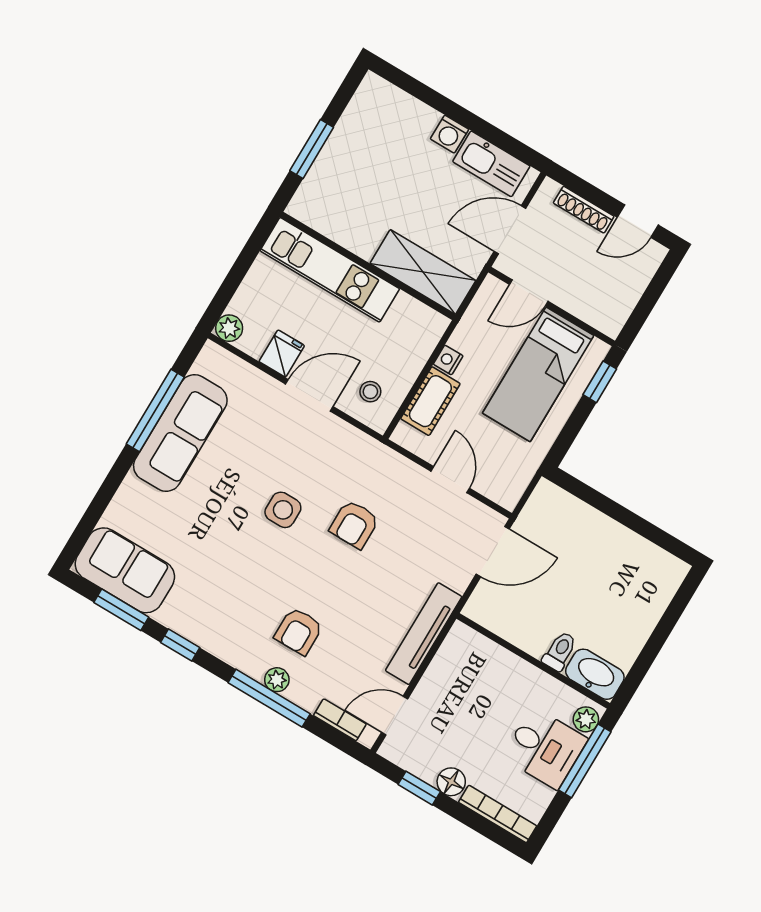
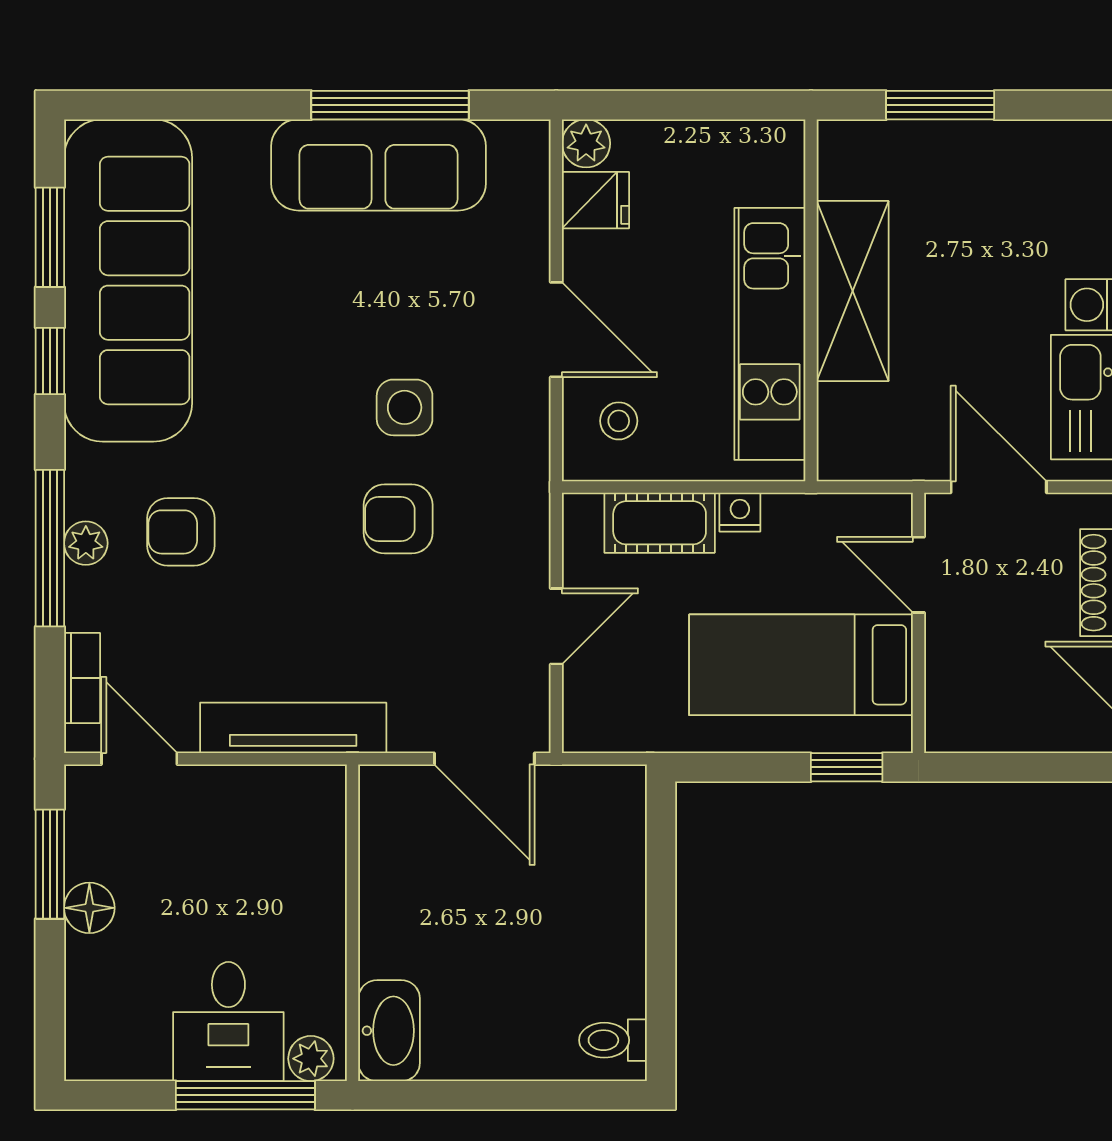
kitchen unit: (330, 270) -> (770, 334), moved
shelving: (423, 272) -> (853, 291), moved
fridge: (282, 354) -> (596, 200), moved
side table: (283, 510) -> (405, 407), moved
sofa: (125, 570) -> (128, 280), width x1.85, depth x1.27
toilet: (560, 651) -> (613, 1040), moved, turned 180
window: (419, 788) -> (50, 864), width x1.50
bookcase: (498, 814) -> (82, 1009), removed

